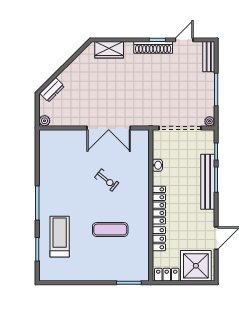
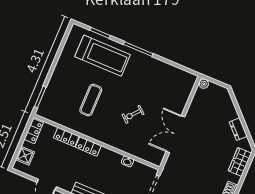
dresser: (52, 90) -> (238, 129), moved
locker: (159, 205) -> (88, 146), width x0.66
treadmill: (60, 237) -> (103, 56), width x1.37, depth x1.38
shower: (196, 266) -> (25, 156), width x0.54, depth x0.54

